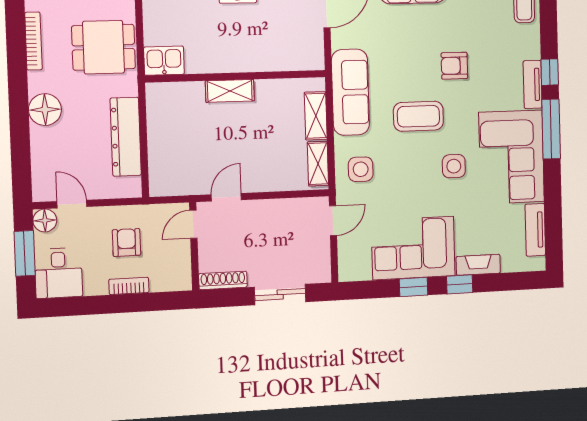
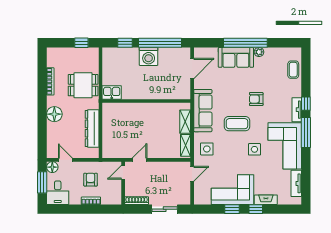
shelving: (230, 91) -> (143, 108), removed

